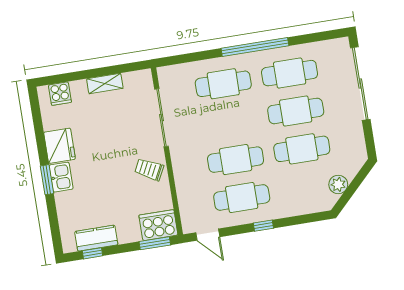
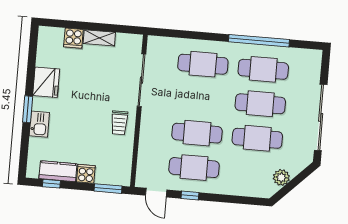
window: (255, 47) -> (259, 41), moved
sliding door: (360, 84) -> (321, 117), moved
cooker: (60, 94) -> (73, 38), moved
trolley: (149, 169) -> (119, 123), turned -117
kitchen sink: (61, 177) -> (39, 124), moved
cooker: (158, 225) -> (86, 174), moved, width x0.53, depth x0.76
window: (263, 226) -> (190, 196), moved

